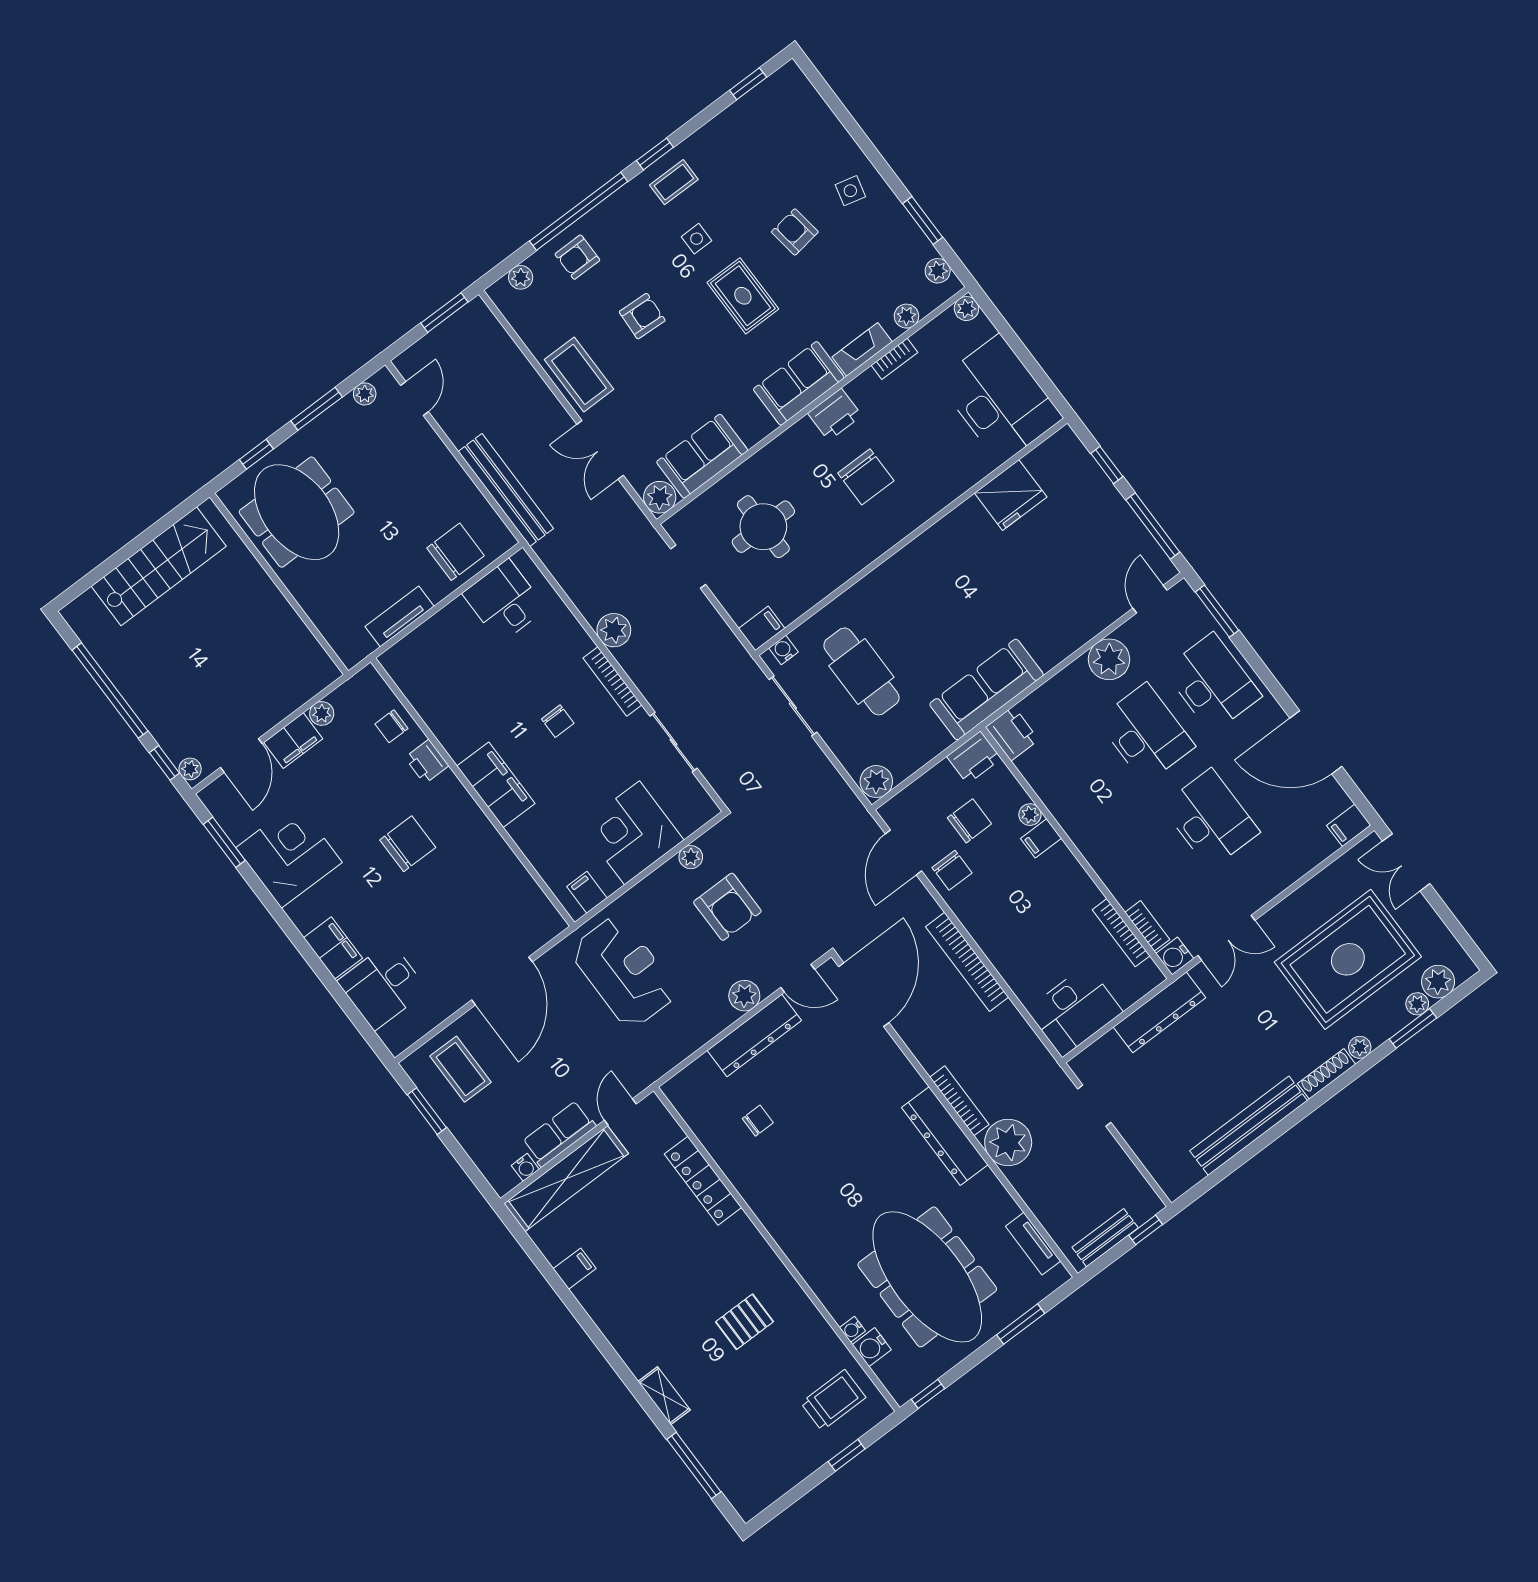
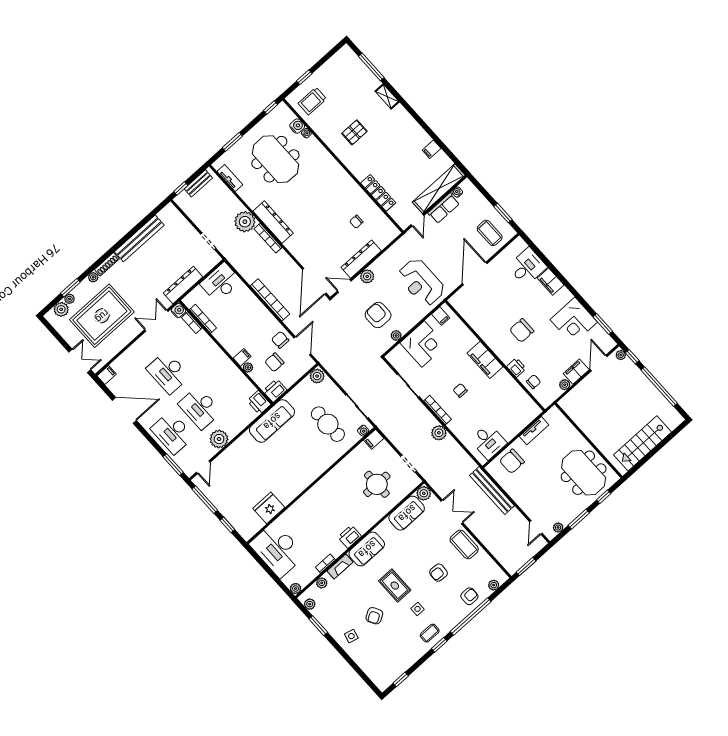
armchair: (795, 232) -> (374, 616), turned 68
chair: (866, 477) -> (333, 510), removed
meeting table: (927, 1277) -> (275, 159), width x0.73

